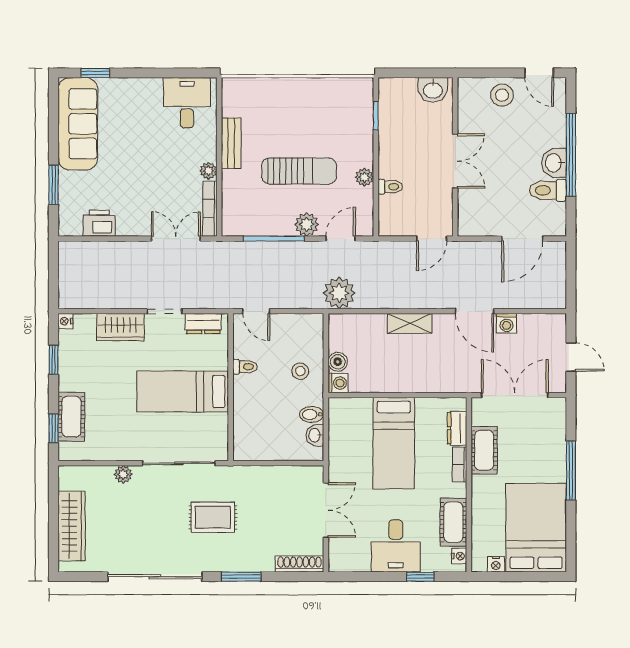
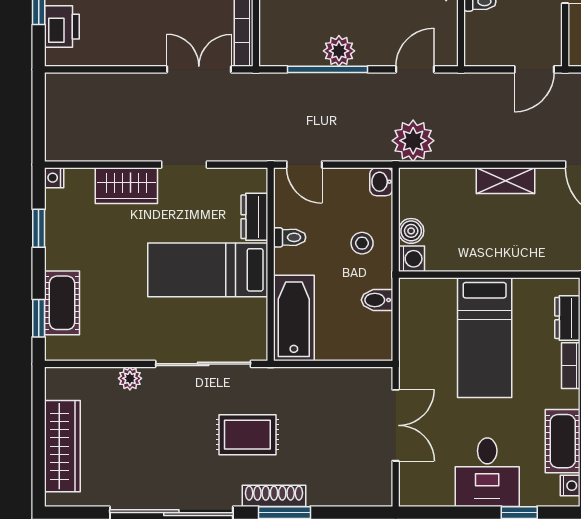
printer: (99, 223) -> (62, 27), moved, turned 90
plant: (307, 224) -> (339, 51), moved
dresser: (203, 324) -> (254, 217), moved, turned 90
bathtub: (248, 428) -> (294, 318), added
washbasin: (315, 435) -> (381, 182), moved
shoe rack: (300, 564) -> (274, 496), moved

